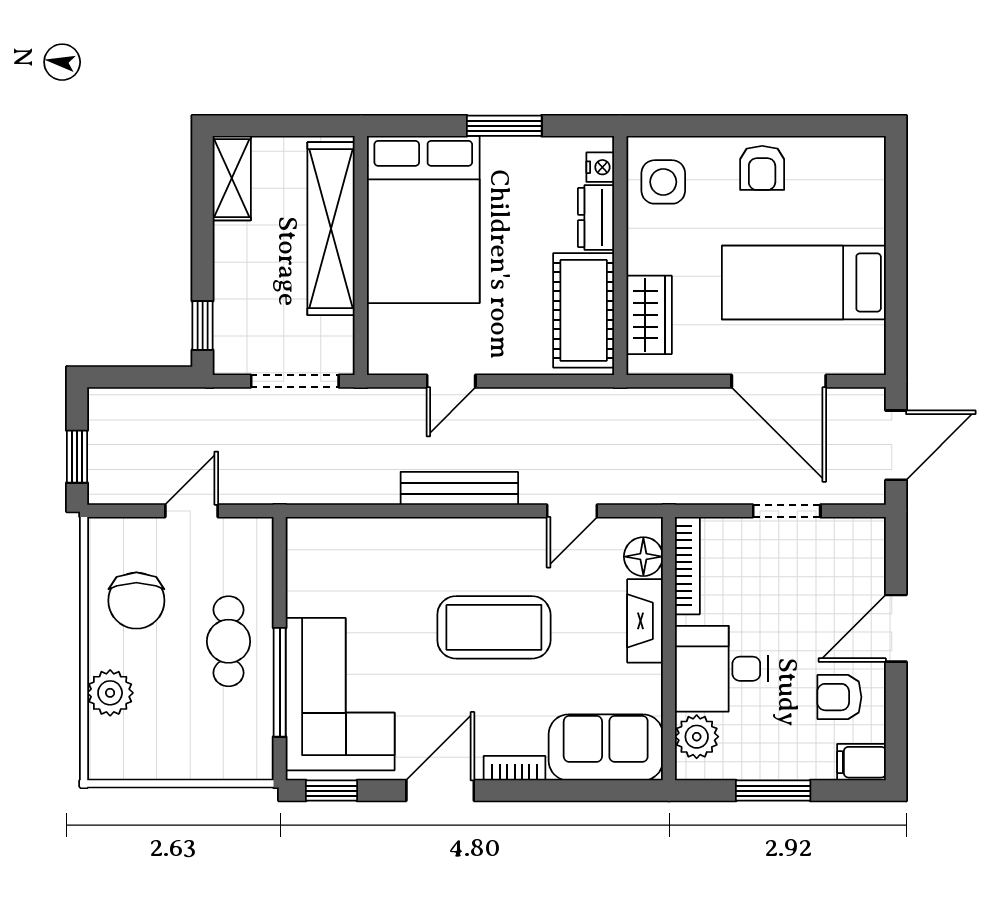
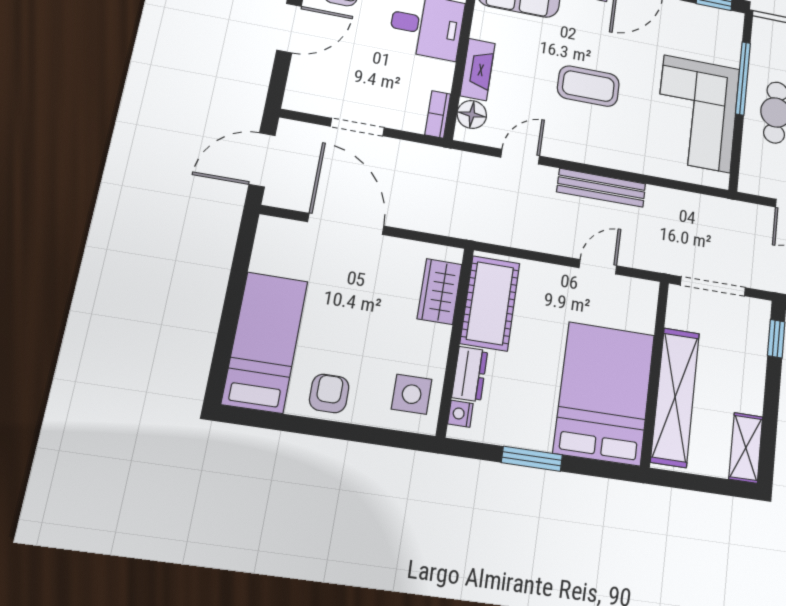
bed: (804, 283) -> (265, 342), moved, turned -90
bookcase: (687, 566) -> (438, 114), width x0.64
coffee table: (494, 627) -> (588, 86), width x0.73, depth x0.76
corner sofa: (340, 694) -> (697, 113), moved

